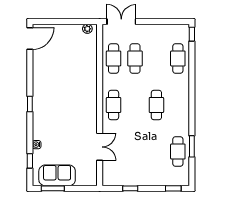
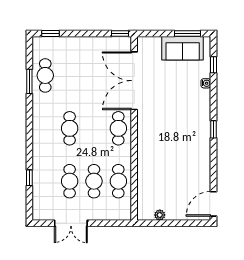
double door: (121, 22) -> (71, 223), moved
plant: (87, 29) -> (160, 215), moved
window: (192, 34) -> (29, 178), moved
cafe table: (178, 58) -> (70, 181), moved
double door: (100, 147) -> (134, 81), width x1.87
window: (130, 188) -> (120, 33), moved

